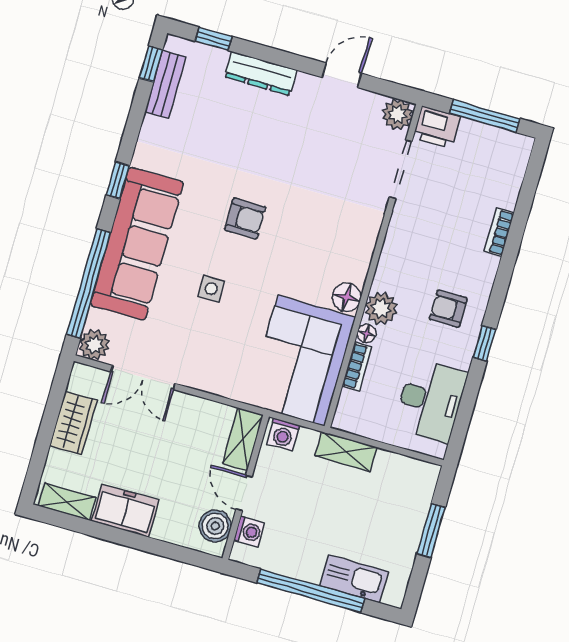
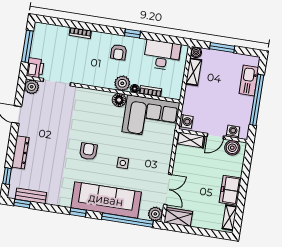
wardrobe: (73, 423) -> (178, 217), moved
shelving: (346, 452) -> (194, 72), moved
boiler: (428, 474) -> (196, 52), added

